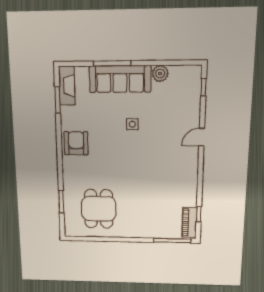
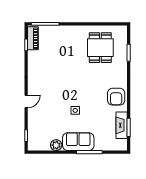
sofa: (120, 79) -> (78, 142), width x0.73
fireplace: (67, 86) -> (122, 125), moved

